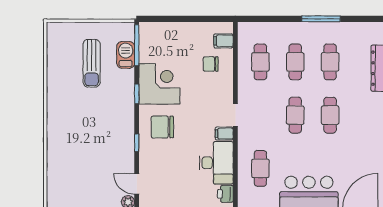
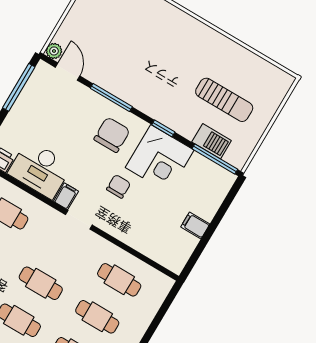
filing cabinet: (223, 41) -> (195, 225), moved, turned -90
sun lounger: (92, 63) -> (224, 100), turned 180
chair: (211, 64) -> (119, 186), moved
window: (137, 143) -> (111, 98), width x2.17
door: (137, 184) -> (68, 72), hinge flipped

